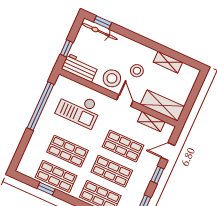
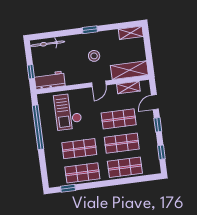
window: (103, 22) -> (90, 30), moved
shelving: (168, 62) -> (131, 33), moved
stool: (112, 78) -> (79, 73), removed
door: (125, 101) -> (99, 84), swing flipped
checkout: (79, 109) -> (68, 112), turned 90
window: (46, 189) -> (68, 188), moved

